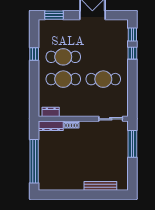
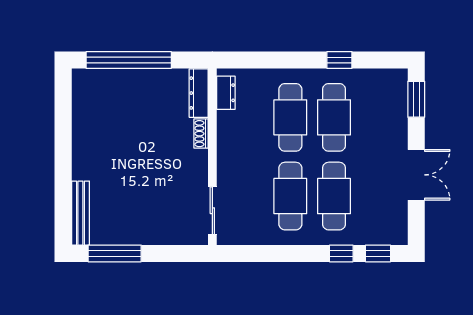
cafe table: (103, 57) -> (334, 196), added
window: (132, 144) -> (115, 253), moved
bench: (100, 186) -> (80, 213), moved

